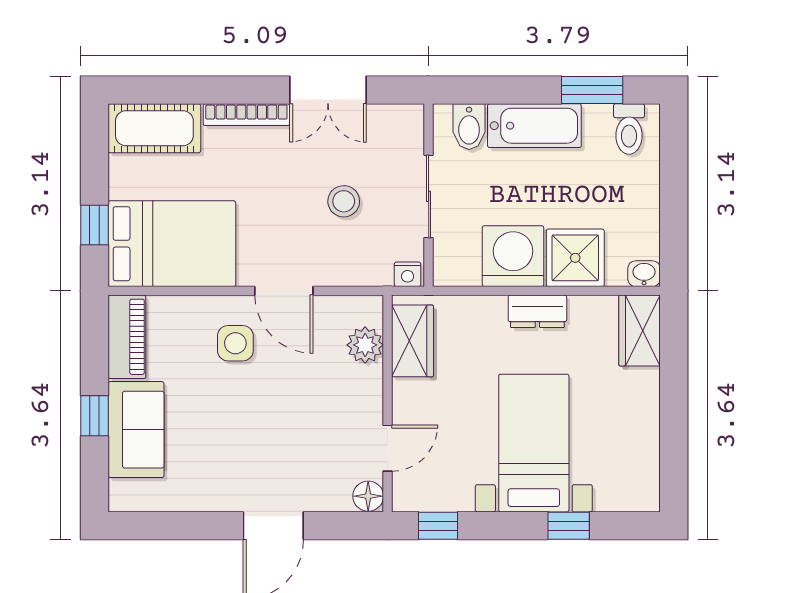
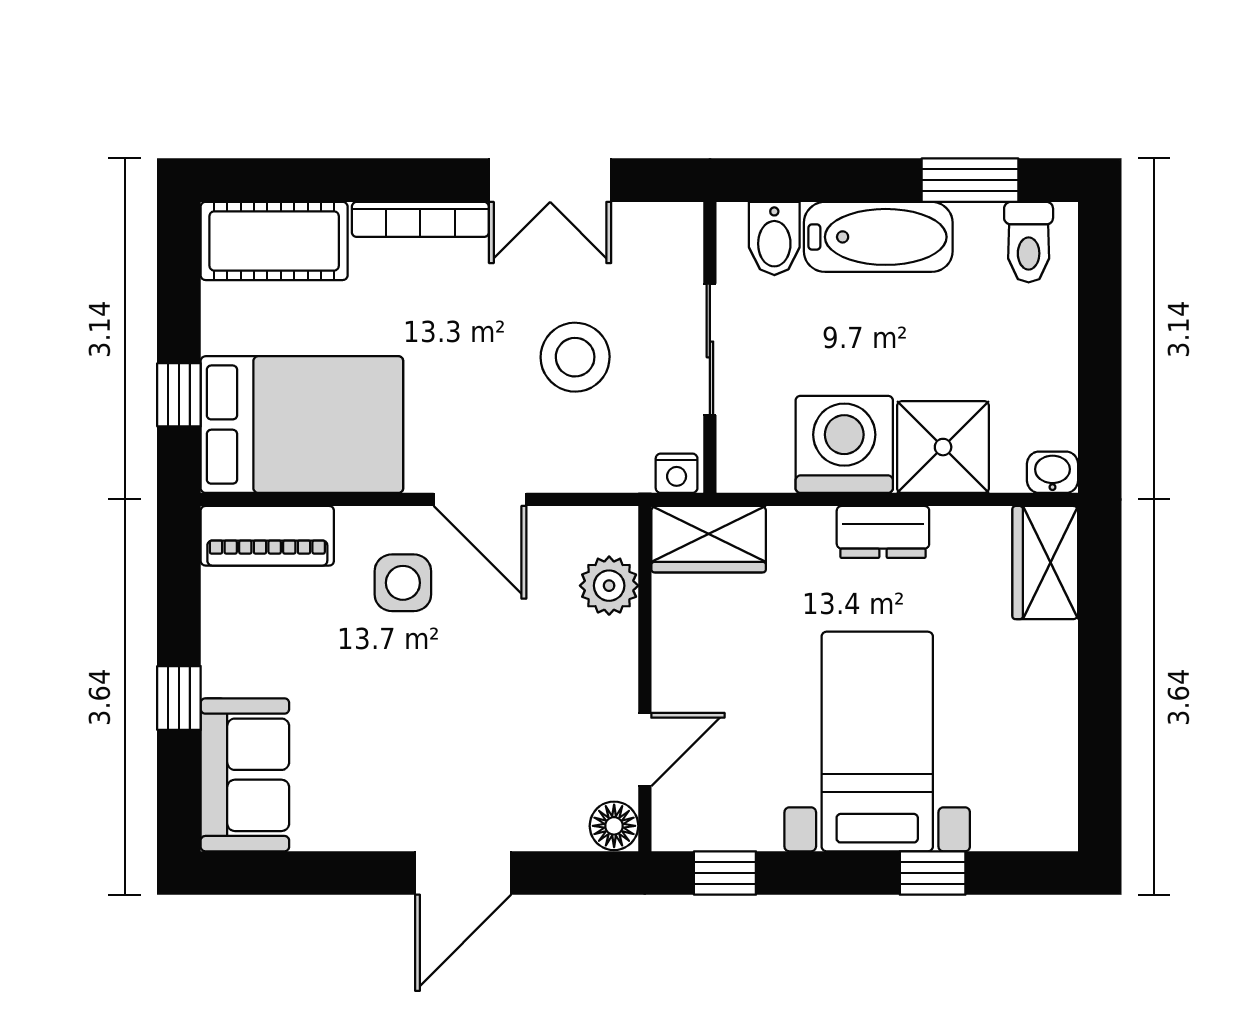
stool: (344, 201) -> (575, 357), width x1.38, depth x1.38
piano: (127, 337) -> (267, 536), moved, turned 90
wardrobe: (413, 341) -> (709, 539), moved, turned 90
sofa: (136, 430) -> (245, 775), moved

